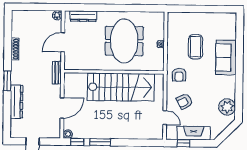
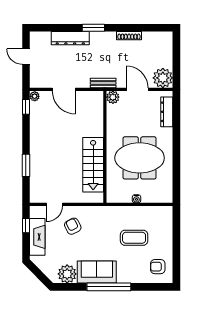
plant: (57, 15) -> (163, 78), width x1.88, depth x1.88
sofa: (226, 57) -> (97, 272), moved
plant: (70, 64) -> (113, 97), added
window: (239, 70) -> (109, 287), added
armchair: (179, 75) -> (158, 267), moved
stairs: (121, 87) -> (93, 165), width x0.73, depth x0.66
window: (100, 142) -> (26, 165), moved

